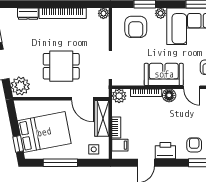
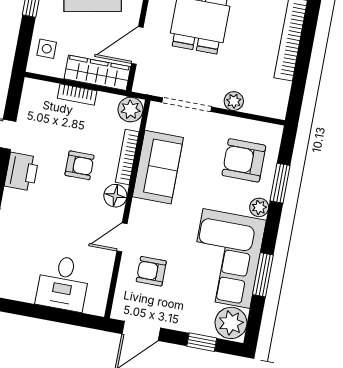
plant: (103, 13) -> (234, 101), moved
sofa: (164, 74) -> (158, 167), moved
filing cabinet: (120, 145) -> (46, 95), removed
armchair: (194, 145) -> (80, 165), moved

